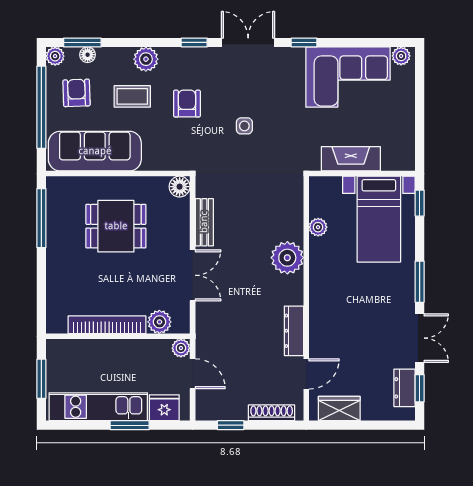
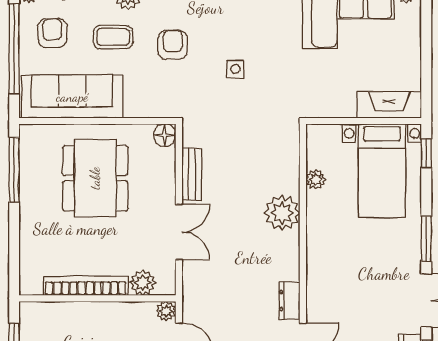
fireplace: (351, 159) -> (389, 105), moved
dining table: (116, 226) -> (95, 178), width x1.38
dresser: (294, 331) -> (289, 301), width x0.70

